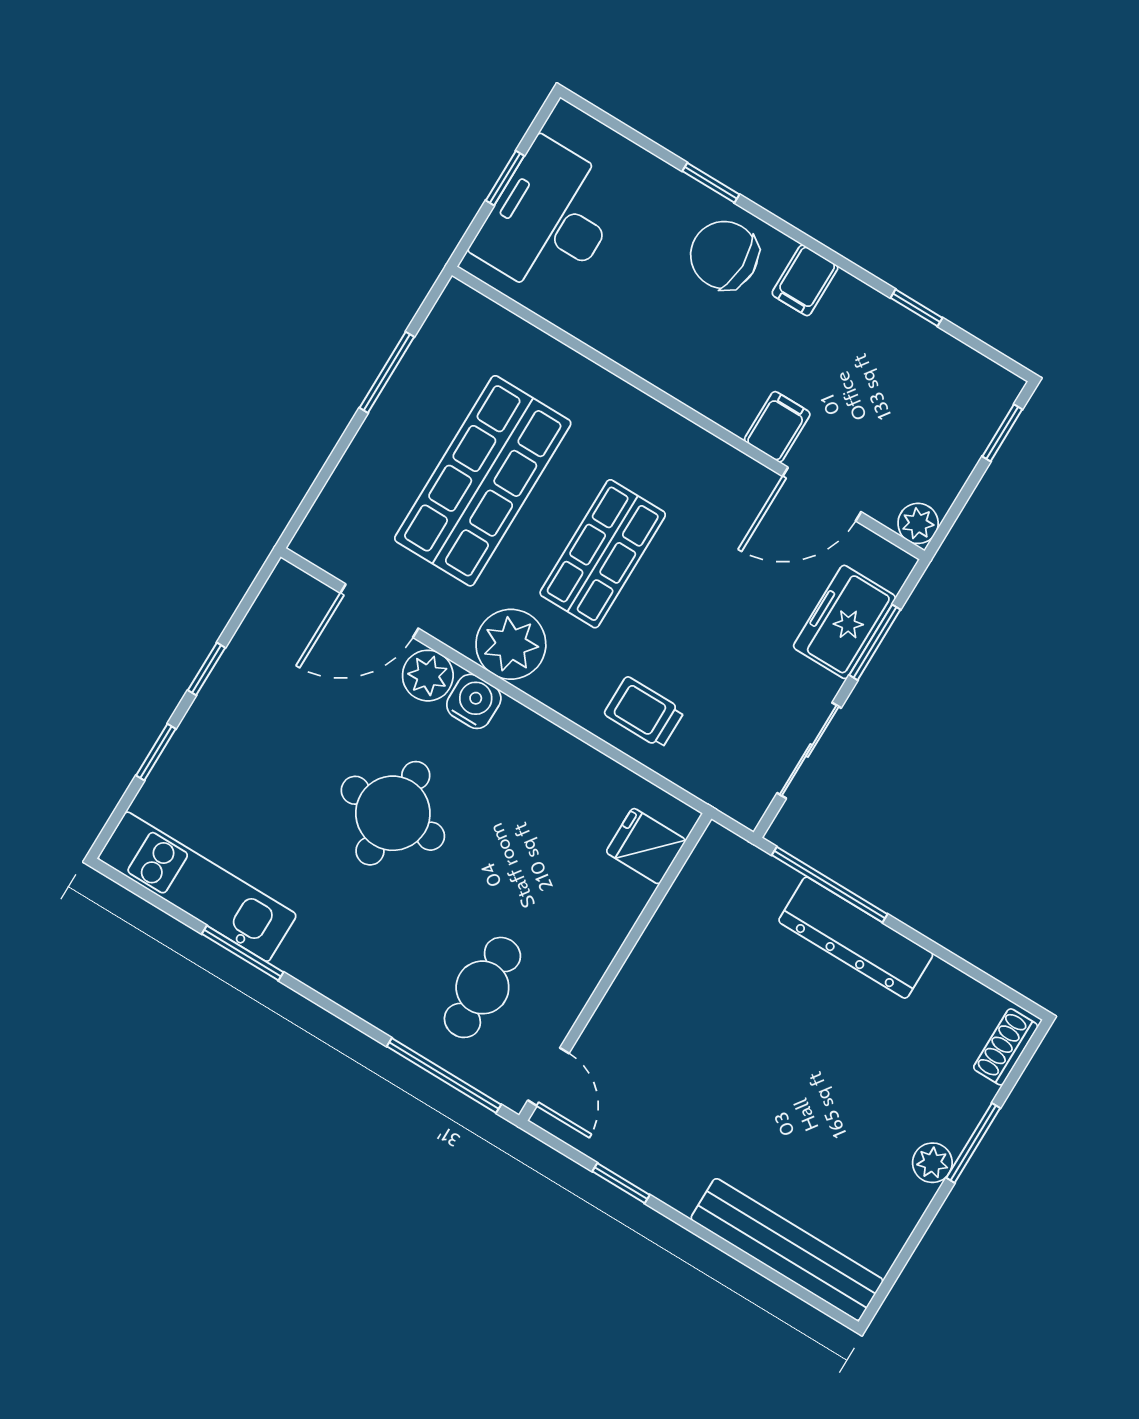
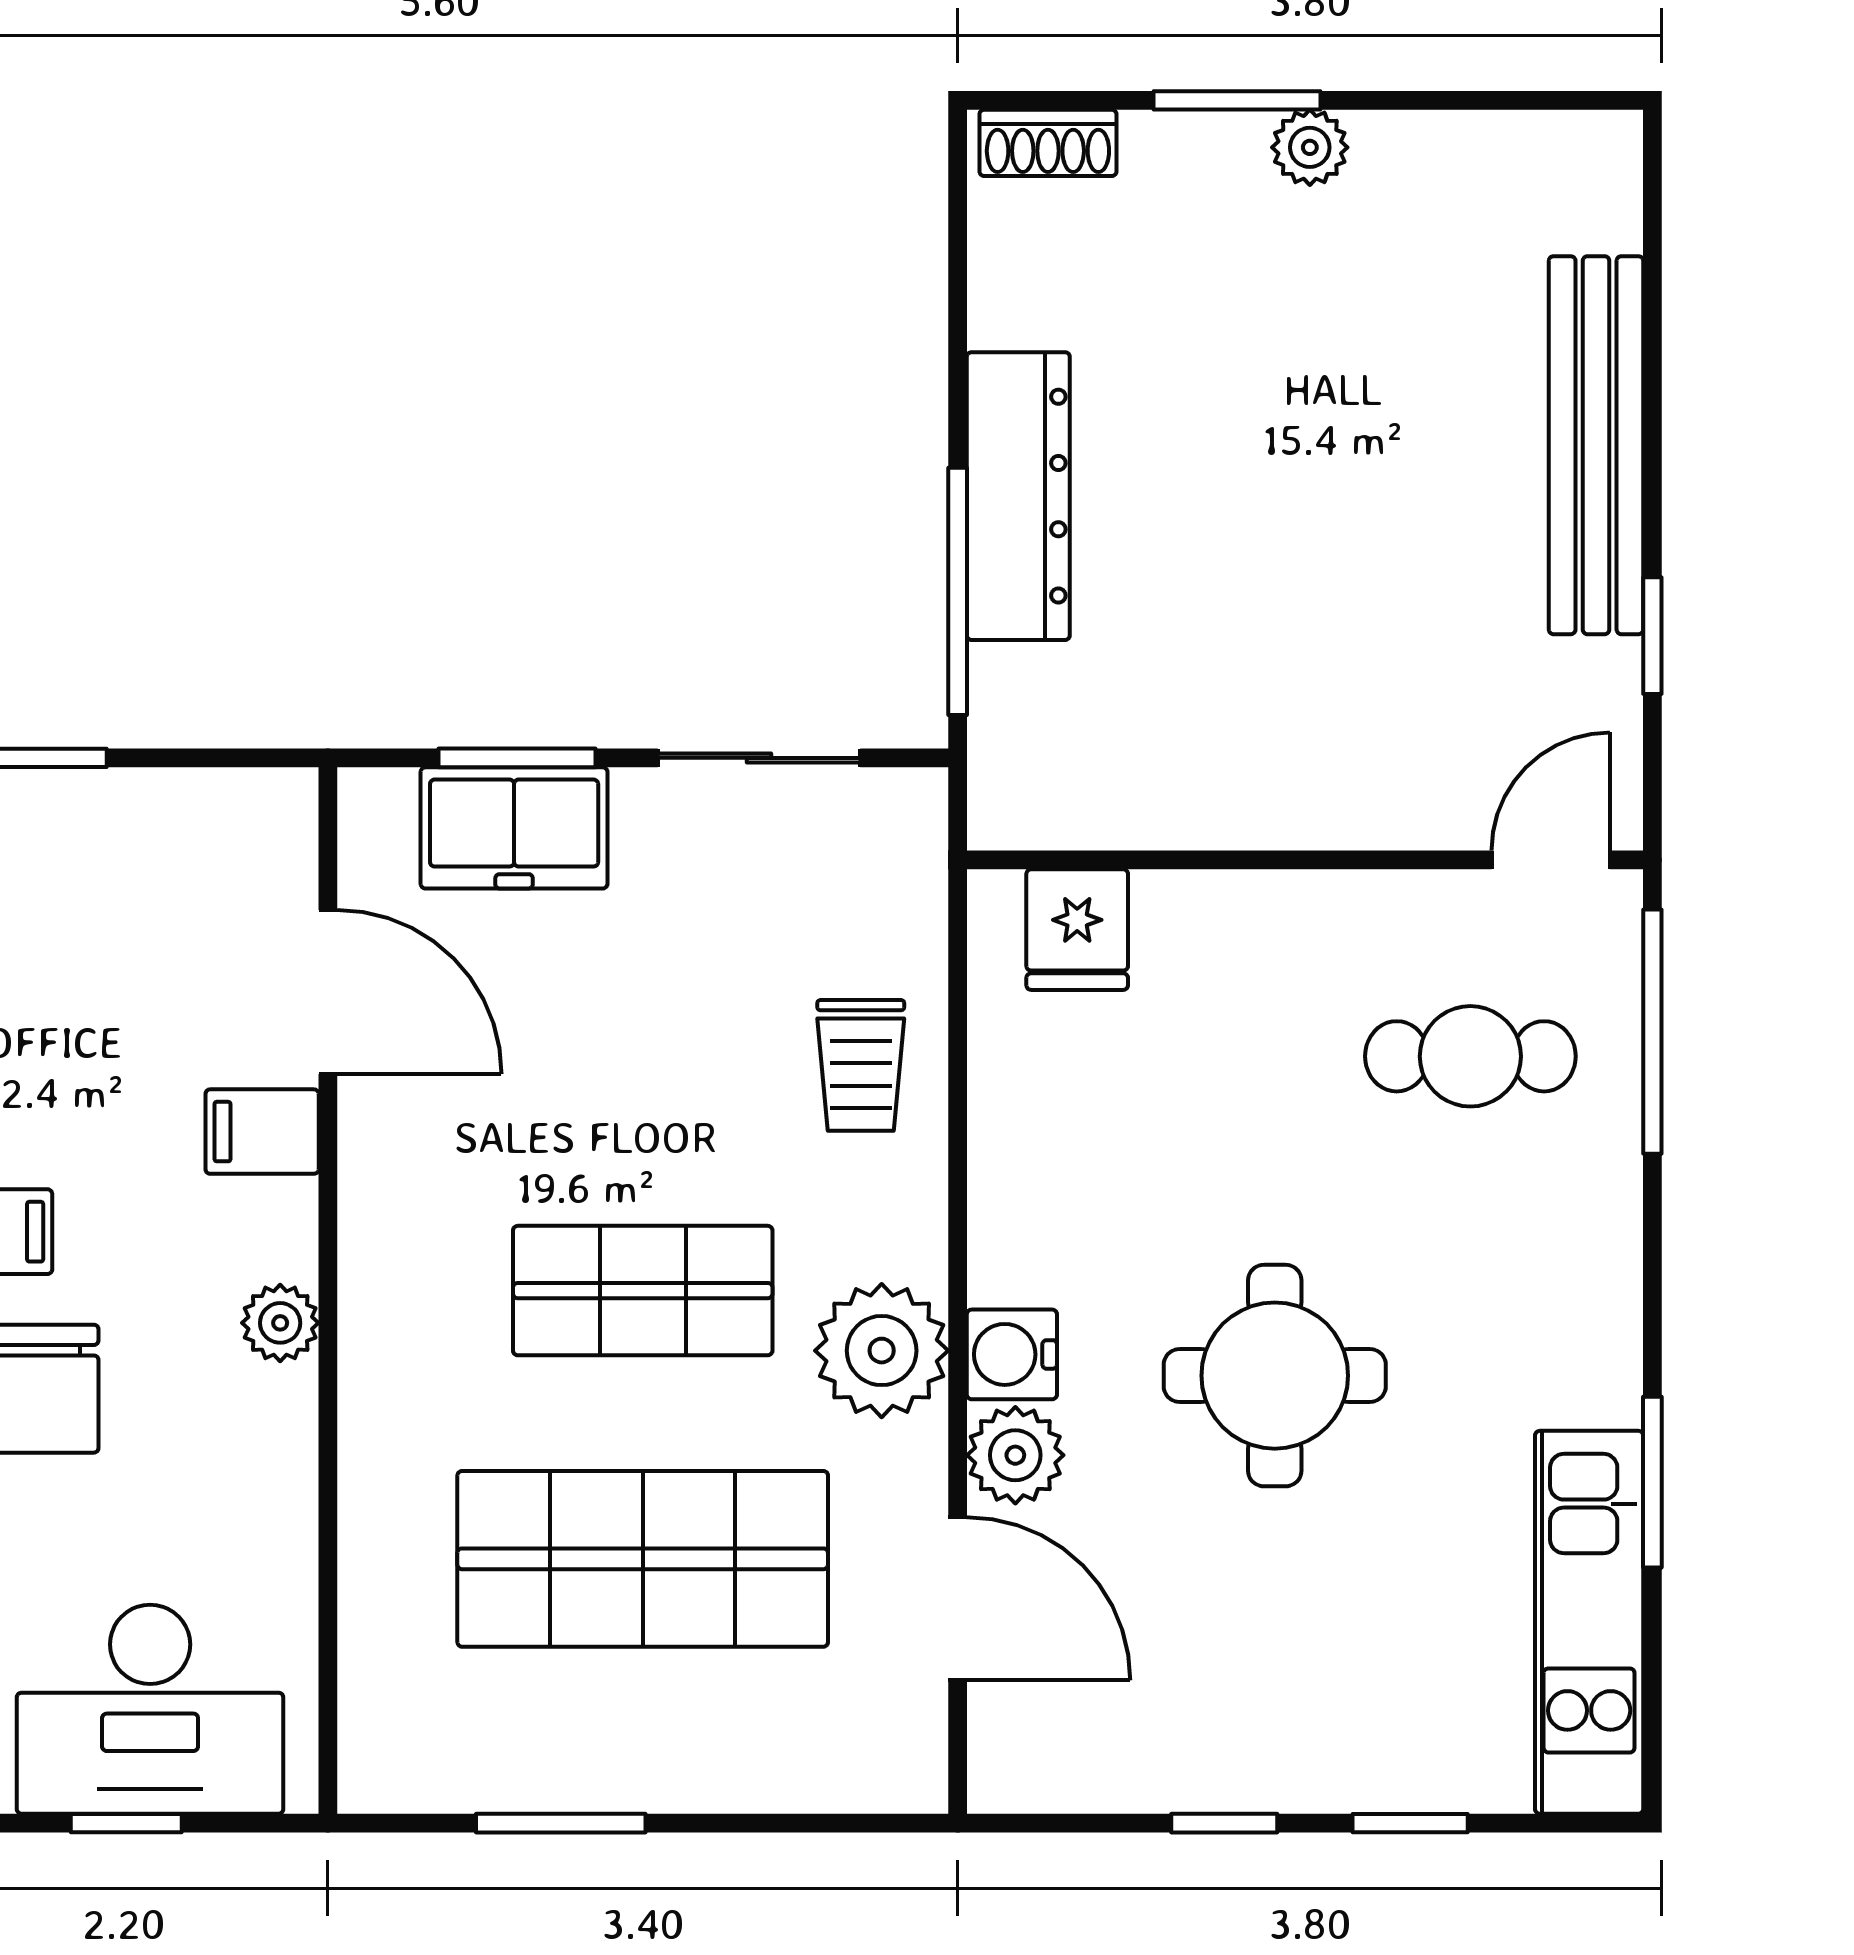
plant: (918, 523) -> (280, 1323), moved
bench: (787, 1250) -> (1596, 445), moved

